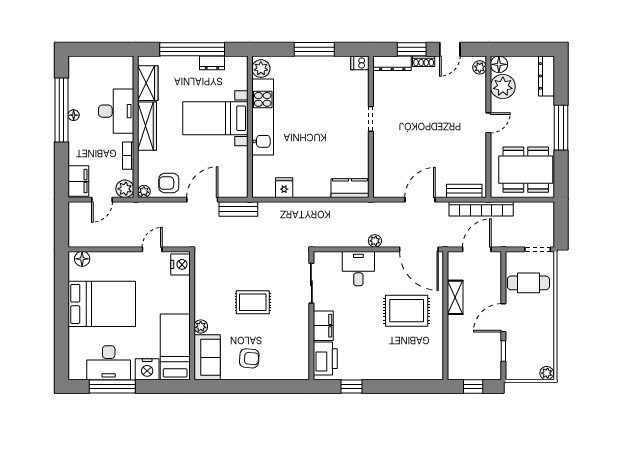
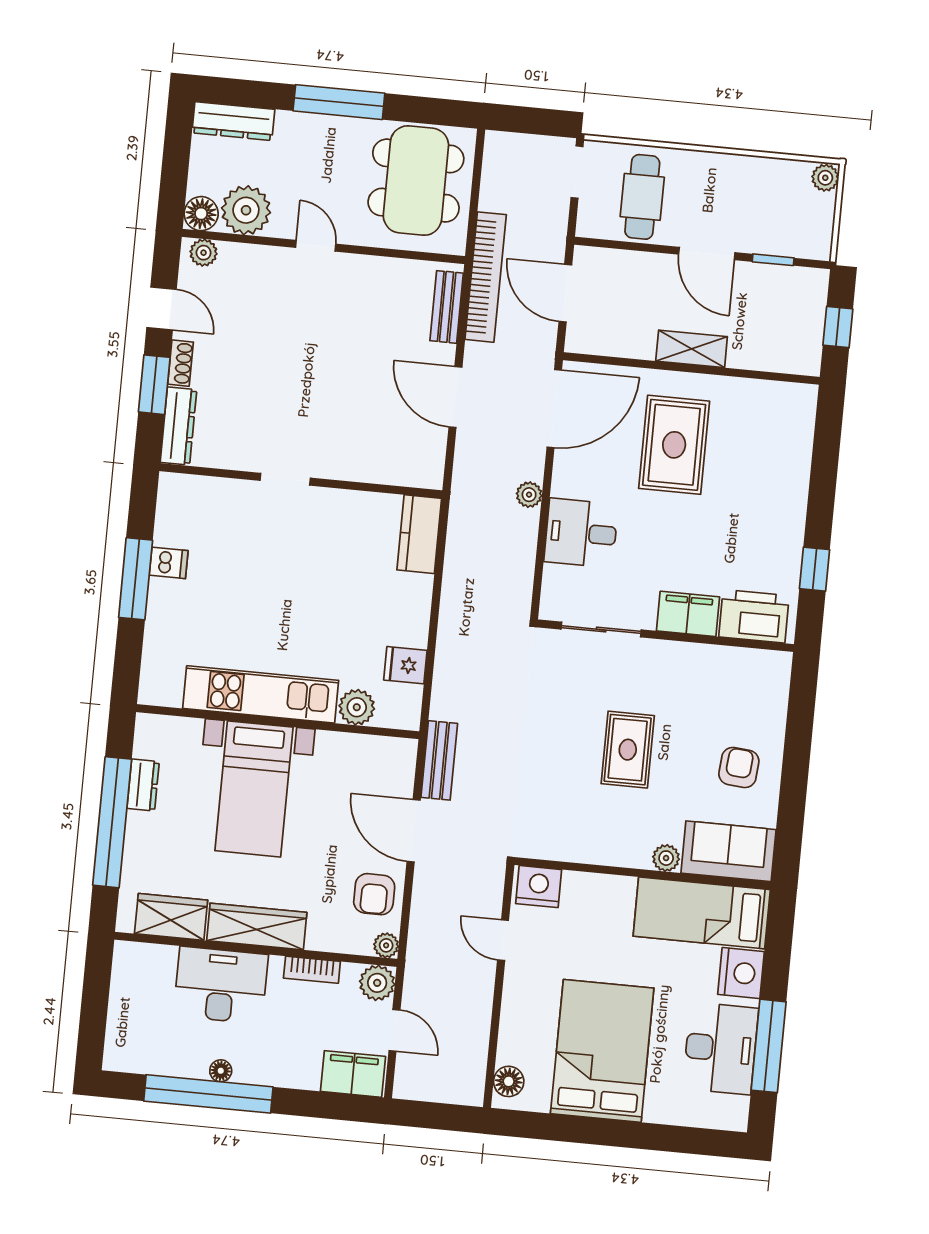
dishwasher: (360, 63) -> (169, 563), moved, turned -90
plant: (261, 69) -> (357, 707), moved
shelving: (455, 297) -> (692, 349), moved

